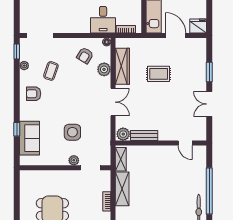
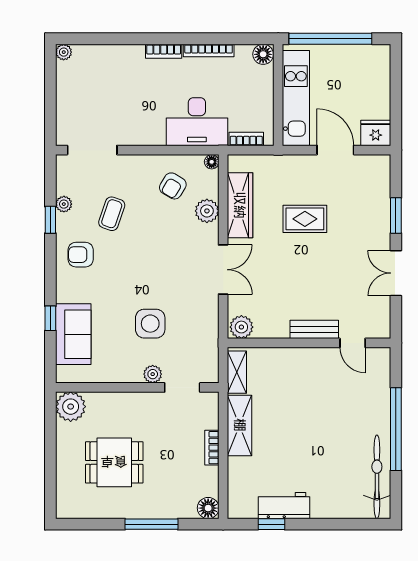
desk: (103, 20) -> (197, 122), width x1.37
window: (17, 51) -> (50, 220), moved
bench: (144, 135) -> (314, 329), moved
plant: (28, 178) -> (71, 407), added

